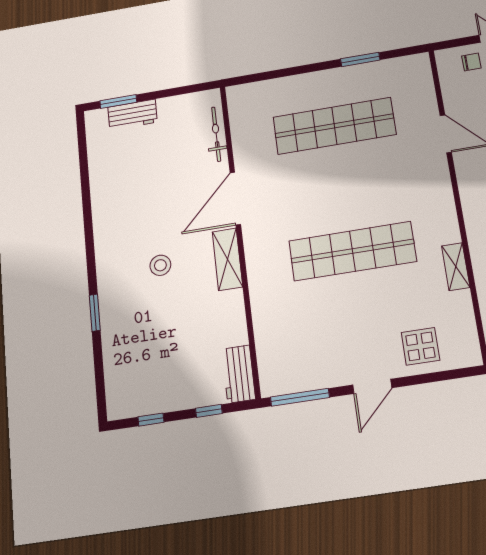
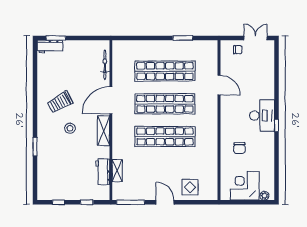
workbench: (132, 115) -> (50, 47), moved
shop shelf: (343, 187) -> (165, 104), added
trolley: (136, 218) -> (60, 102), added
shelving: (456, 267) -> (117, 171), moved
workbench: (239, 374) -> (103, 172), moved
door: (372, 386) -> (165, 202), swing flipped

